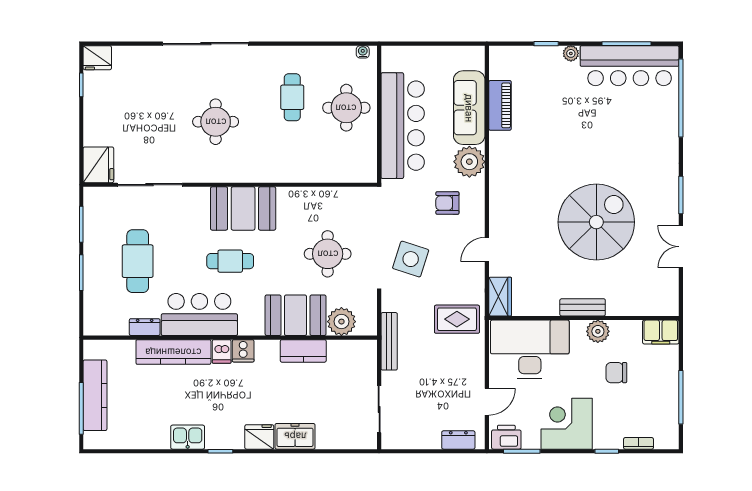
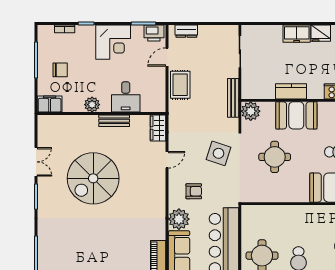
bench: (583, 307) -> (114, 121), moved
rug: (457, 319) -> (180, 85), moved, turned 90
plant: (341, 322) -> (251, 111), moved
desk: (530, 349) -> (126, 97), width x0.53, depth x0.77
chair: (616, 373) -> (60, 70), moved

